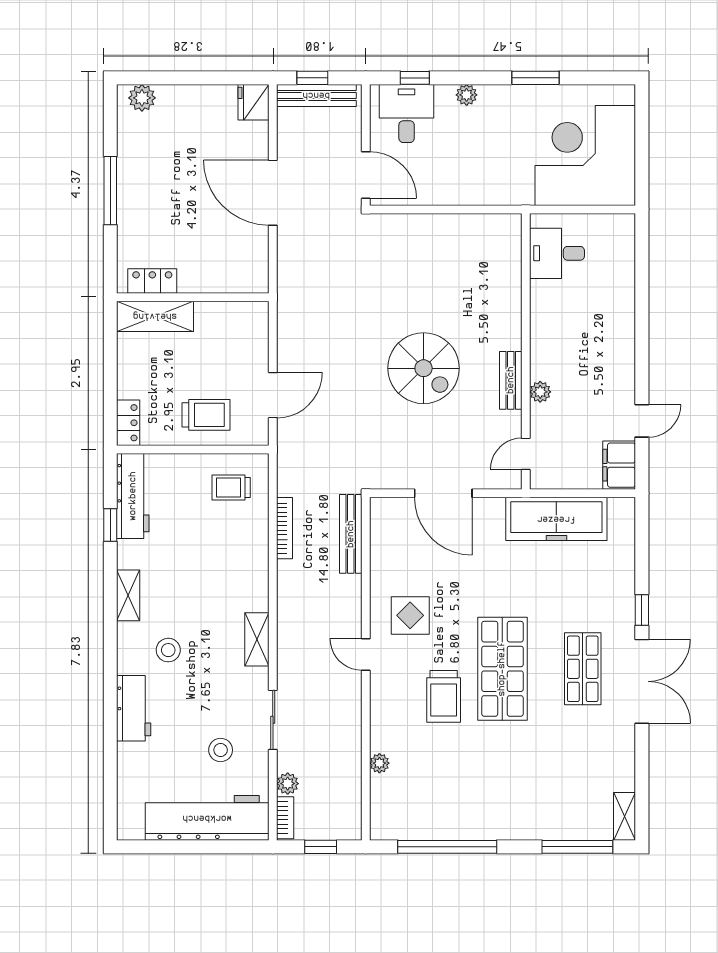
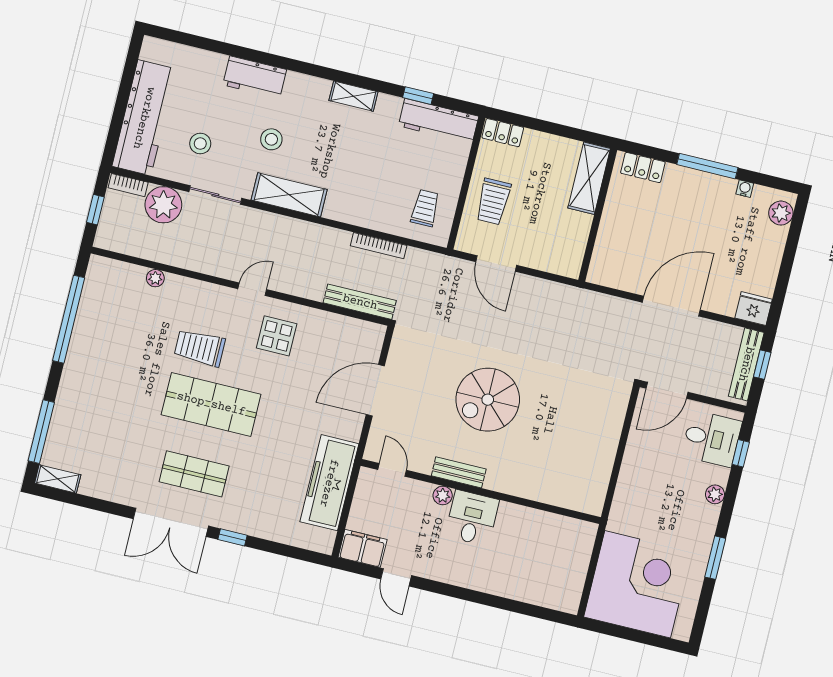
water cooler: (125, 144) -> (745, 189), added
desk: (557, 253) -> (472, 518), moved
locker: (152, 281) -> (643, 168), moved, turned 90
shelving: (257, 639) -> (289, 195), width x1.50, depth x1.33
stool: (168, 650) -> (271, 139), moved
plant: (288, 784) -> (163, 205), width x1.87, depth x1.87

